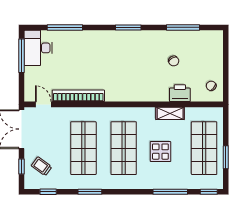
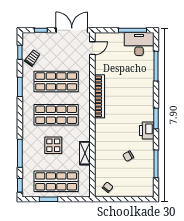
printer: (180, 93) -> (147, 130), moved, turned 180
bookcase: (78, 96) -> (99, 96), moved
trolley: (42, 166) -> (32, 58), moved

